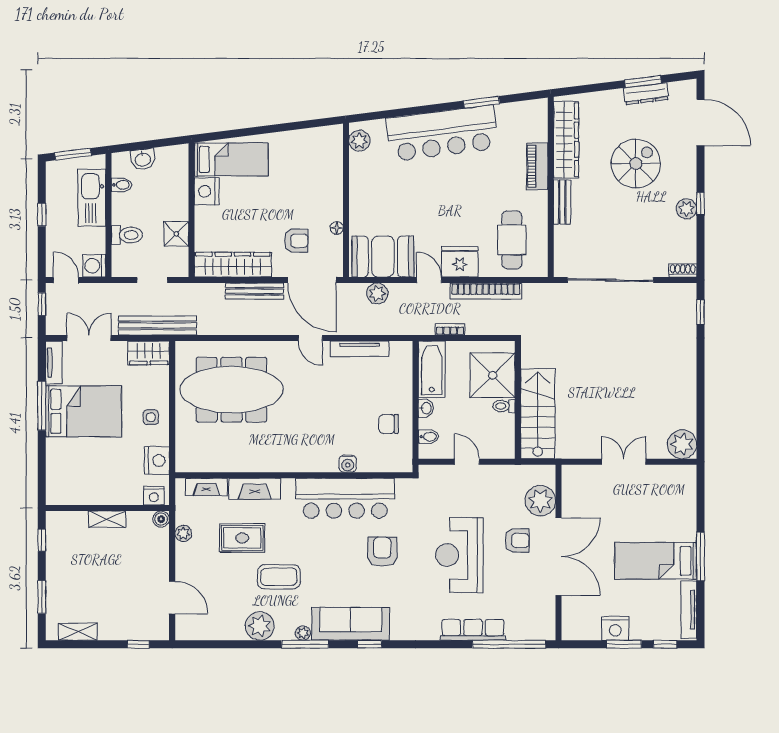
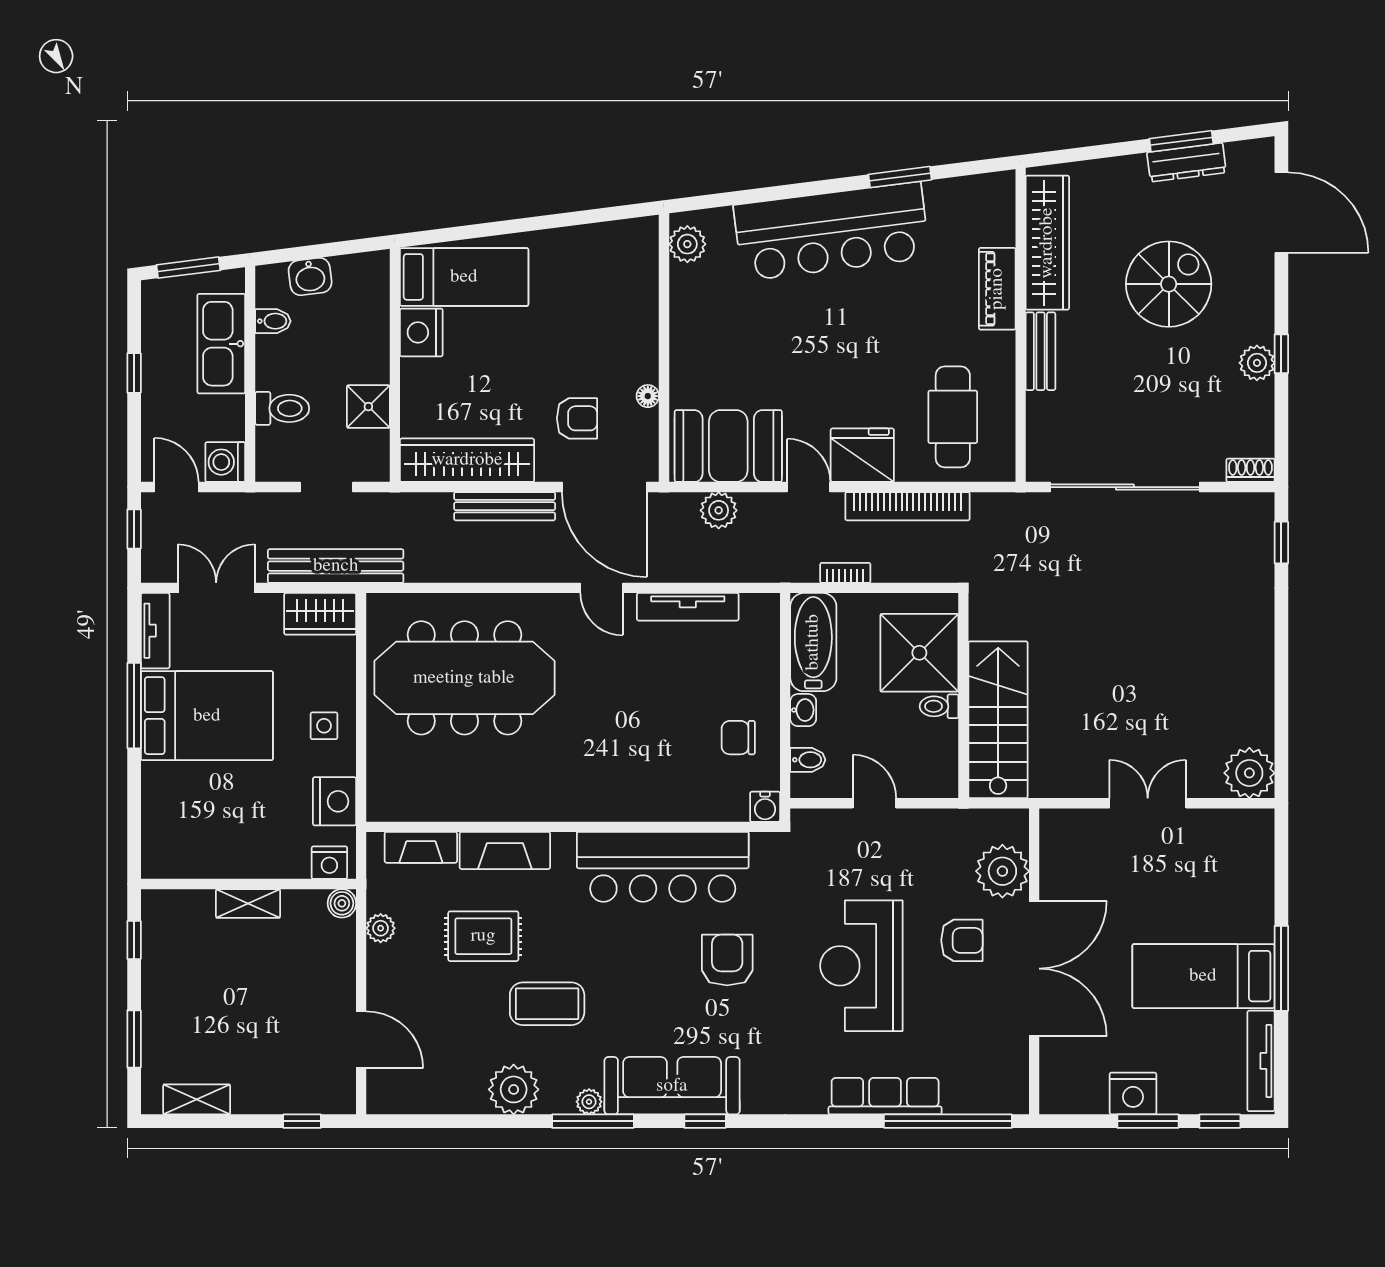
water cooler: (348, 464) -> (765, 807), moved

